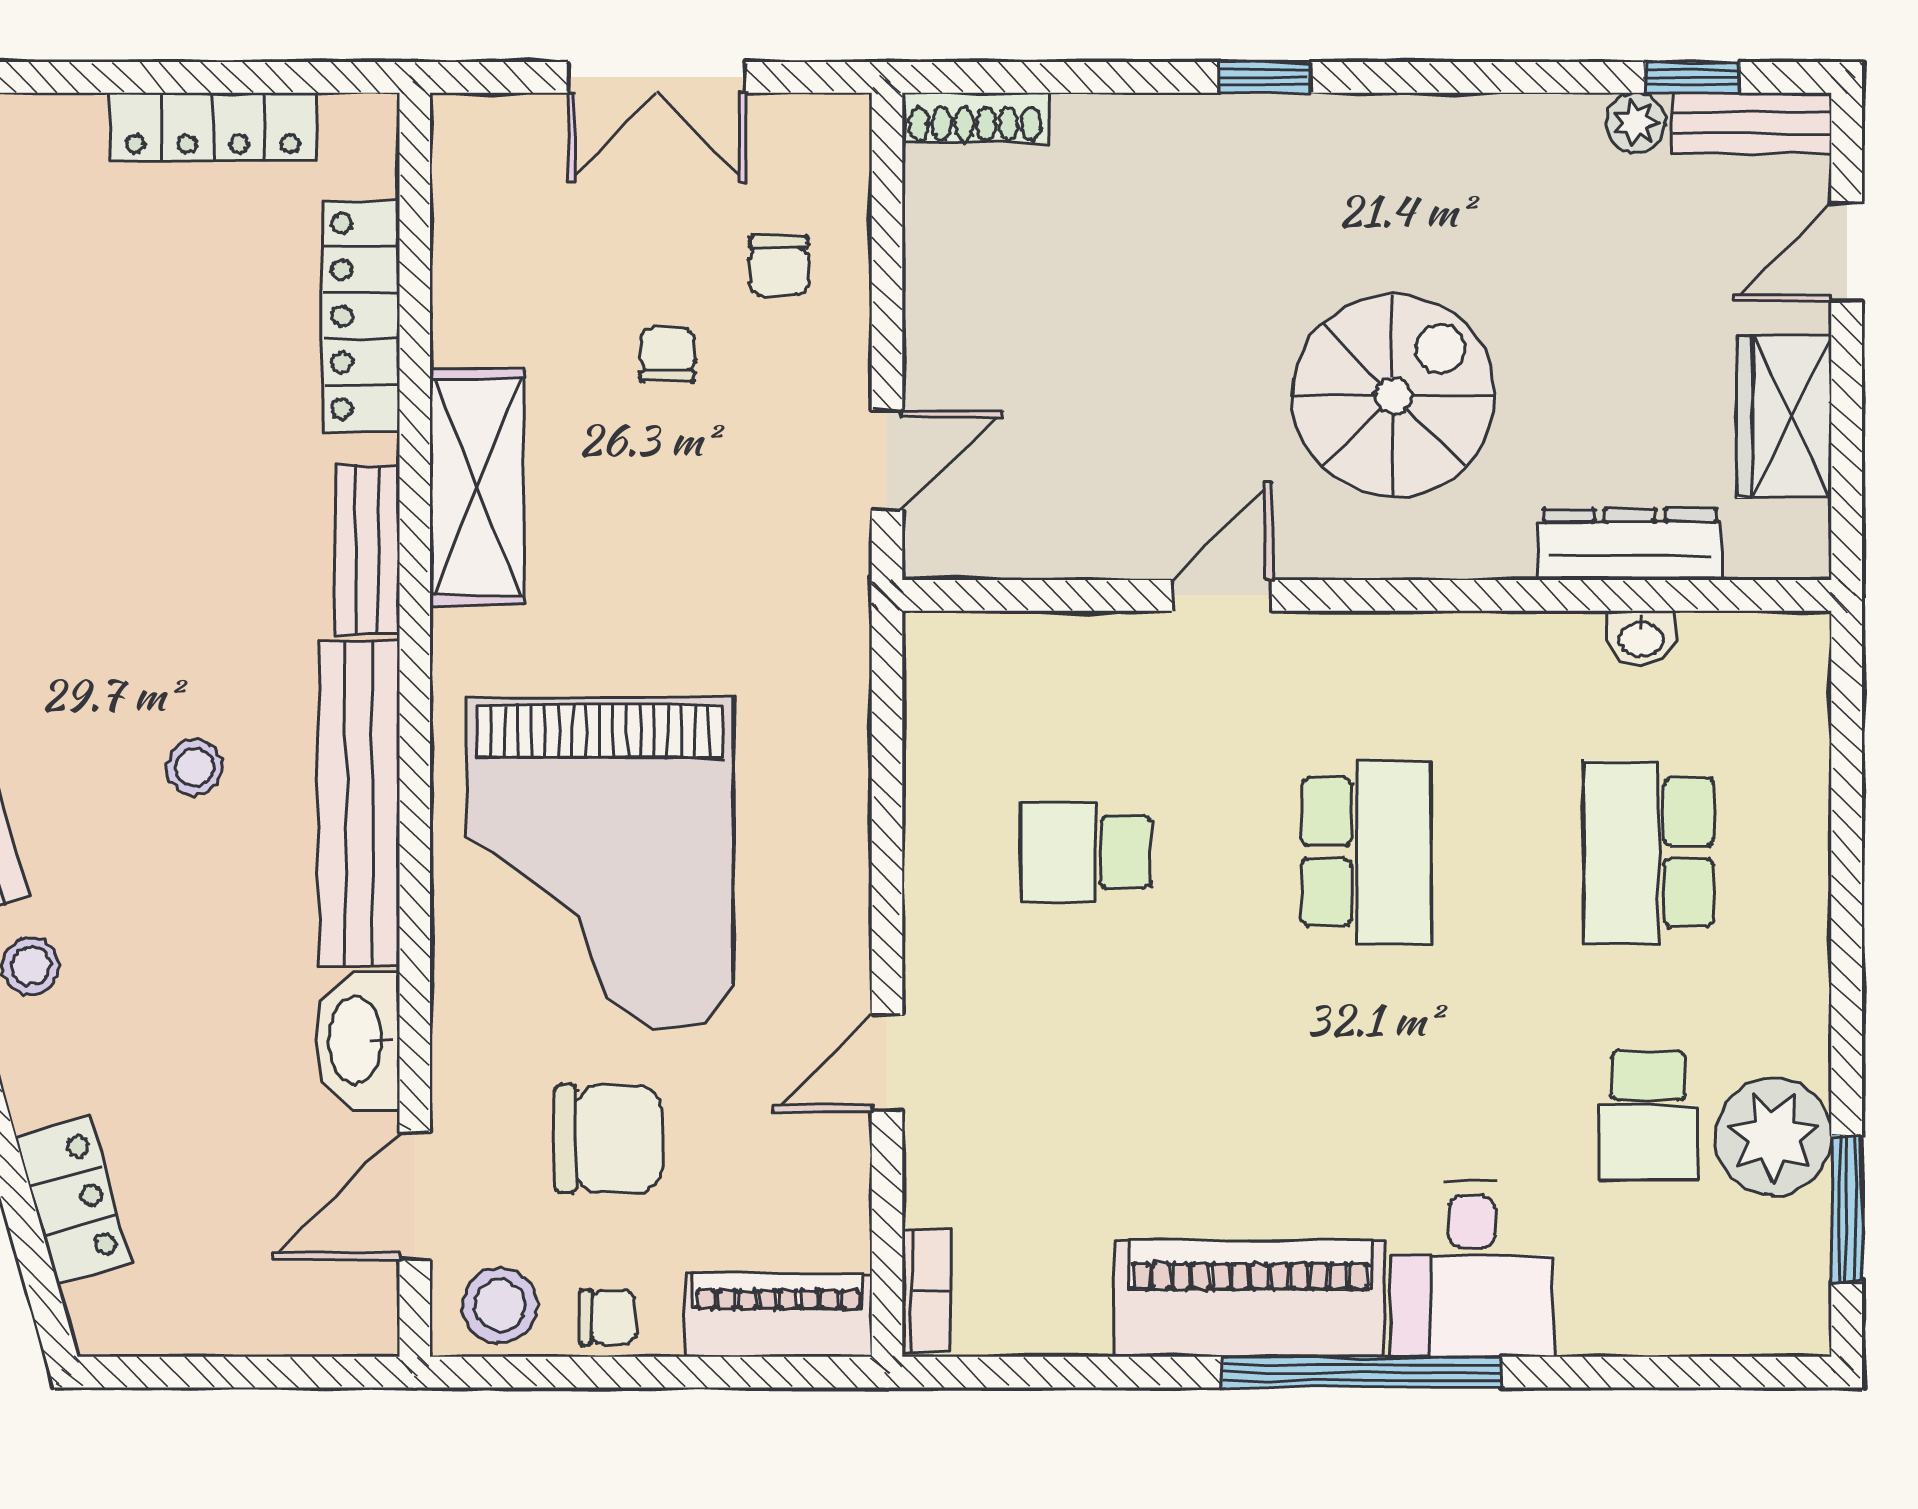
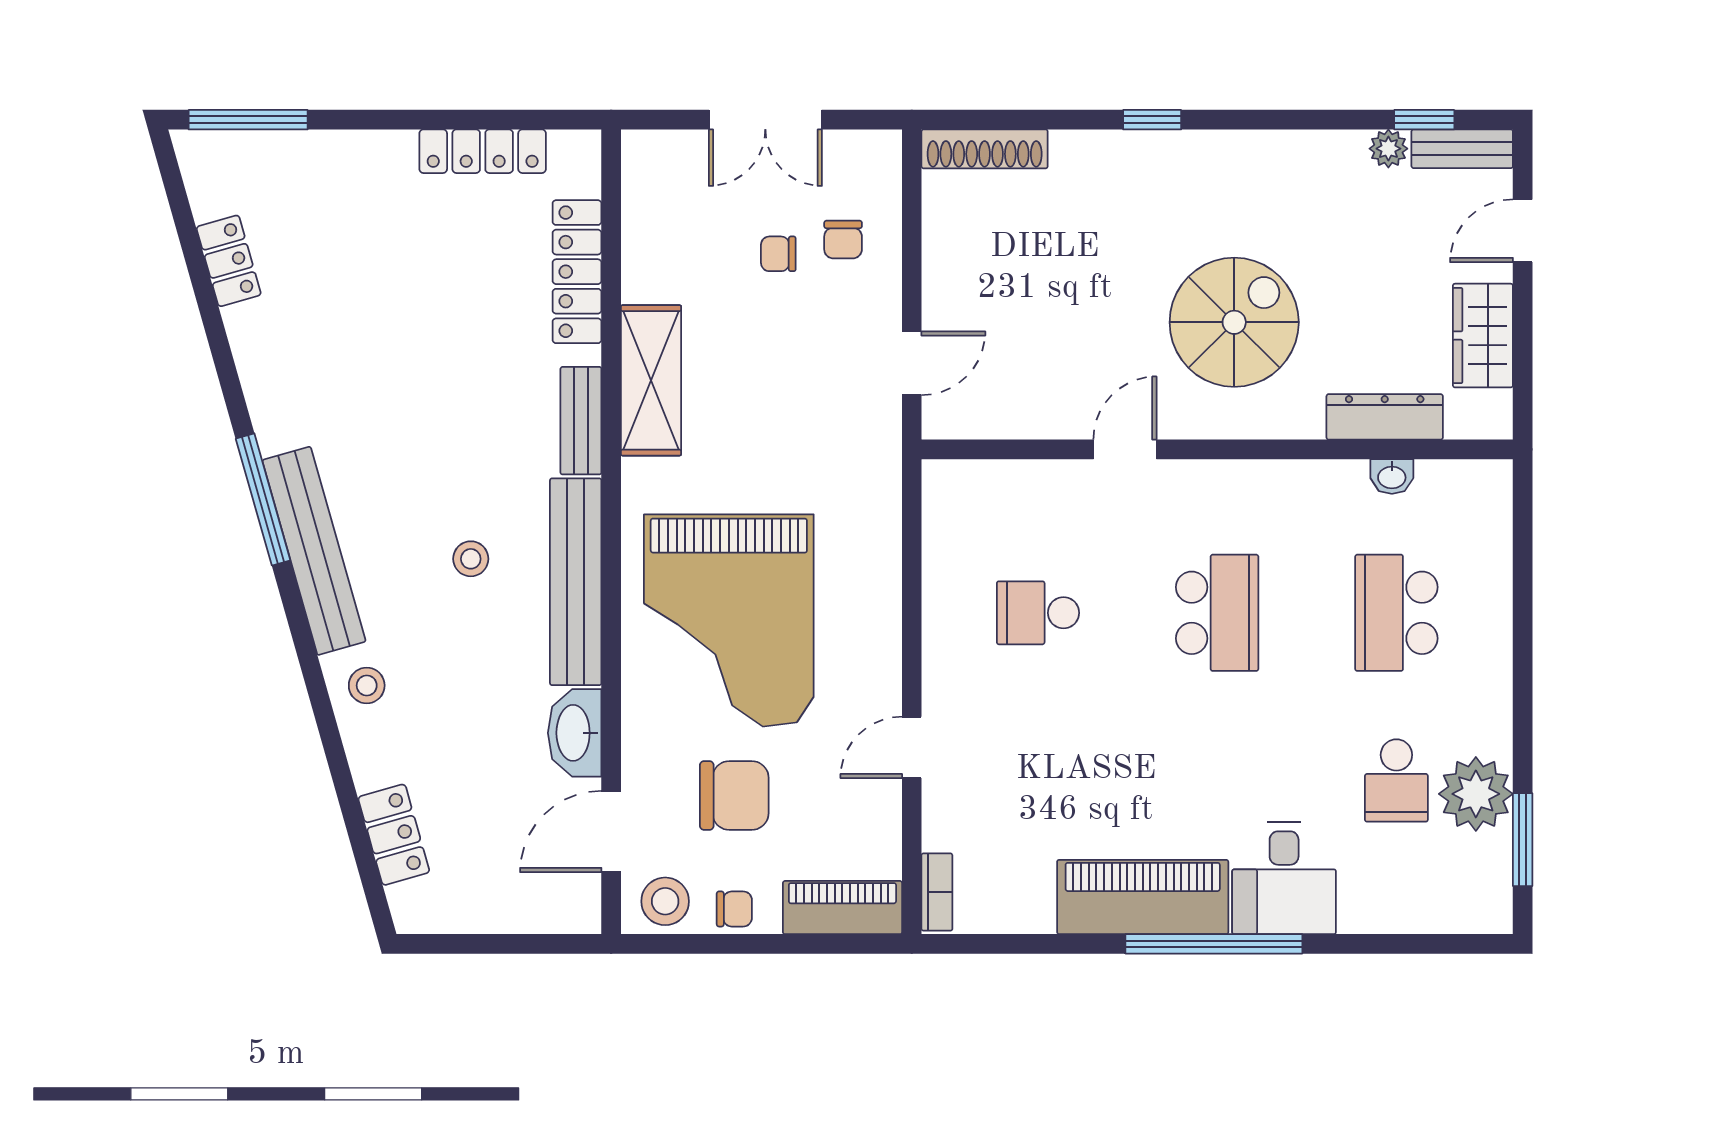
shoe rack: (975, 117) -> (985, 149), width x1.36, depth x1.24
chair: (667, 355) -> (778, 254), moved, turned -90

